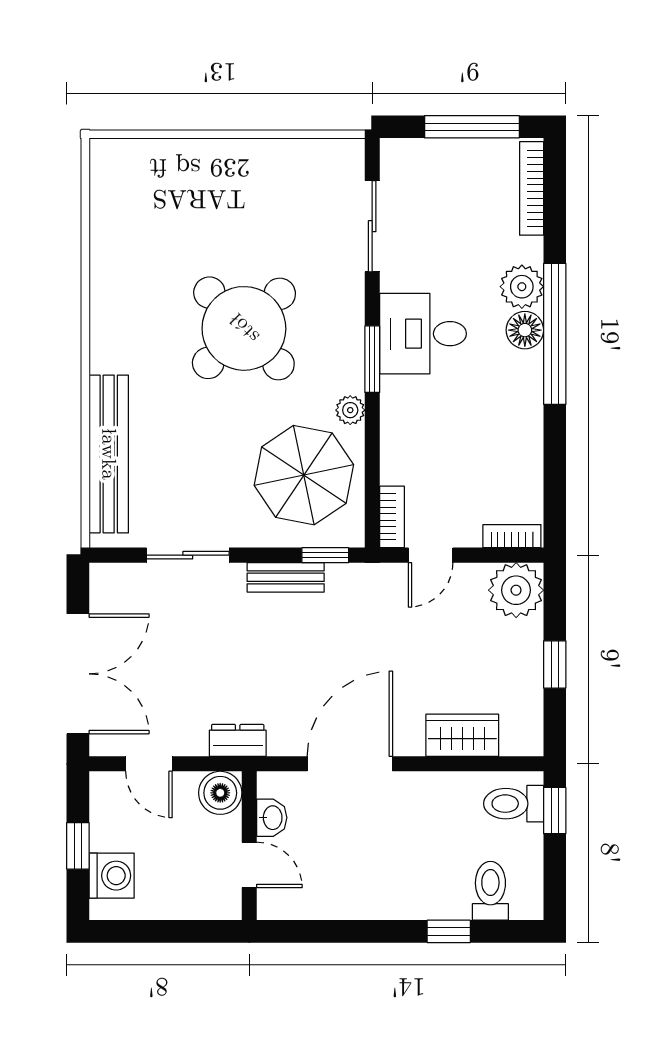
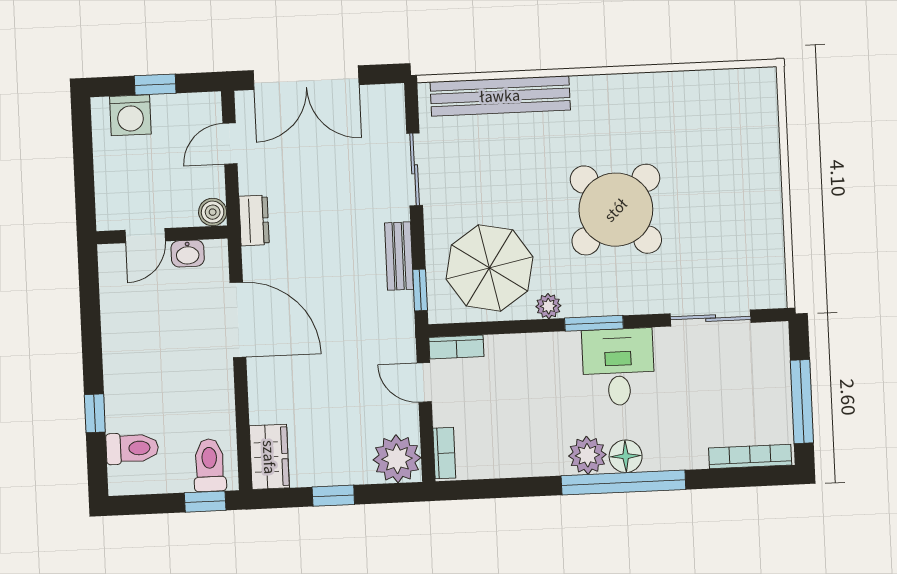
plant: (522, 287) -> (587, 455), moved
wardrobe: (462, 735) -> (269, 457), moved
boiler: (220, 793) -> (213, 212), width x0.73, depth x0.73

